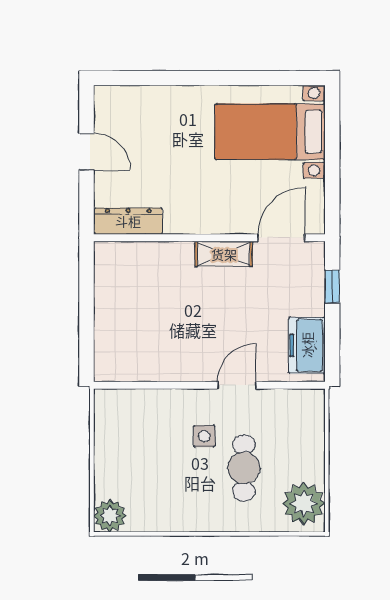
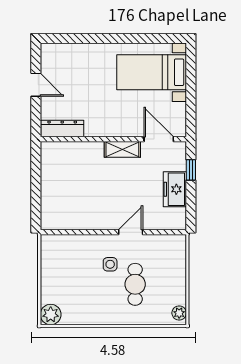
door: (281, 238) -> (159, 139), hinge flipped
freezer: (307, 345) -> (175, 189), moved
plant: (304, 503) -> (179, 313), width x0.53, depth x0.53

